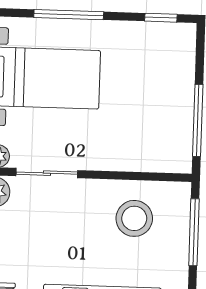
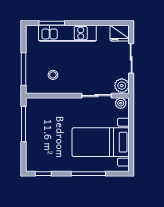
stool: (134, 218) -> (53, 75), width x0.53, depth x0.53

